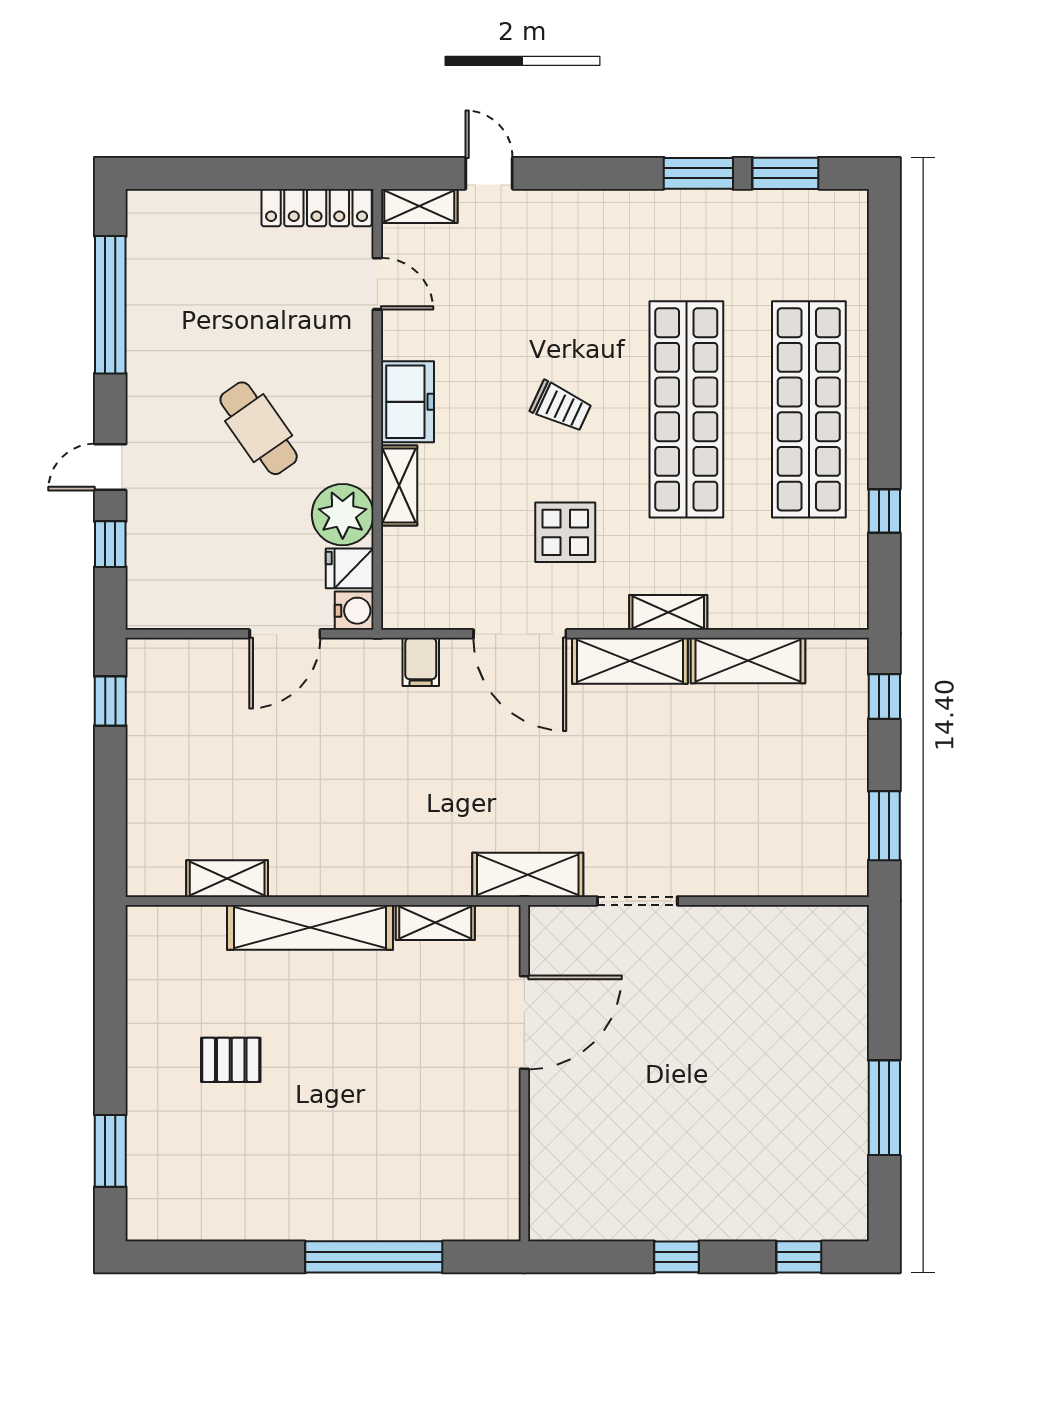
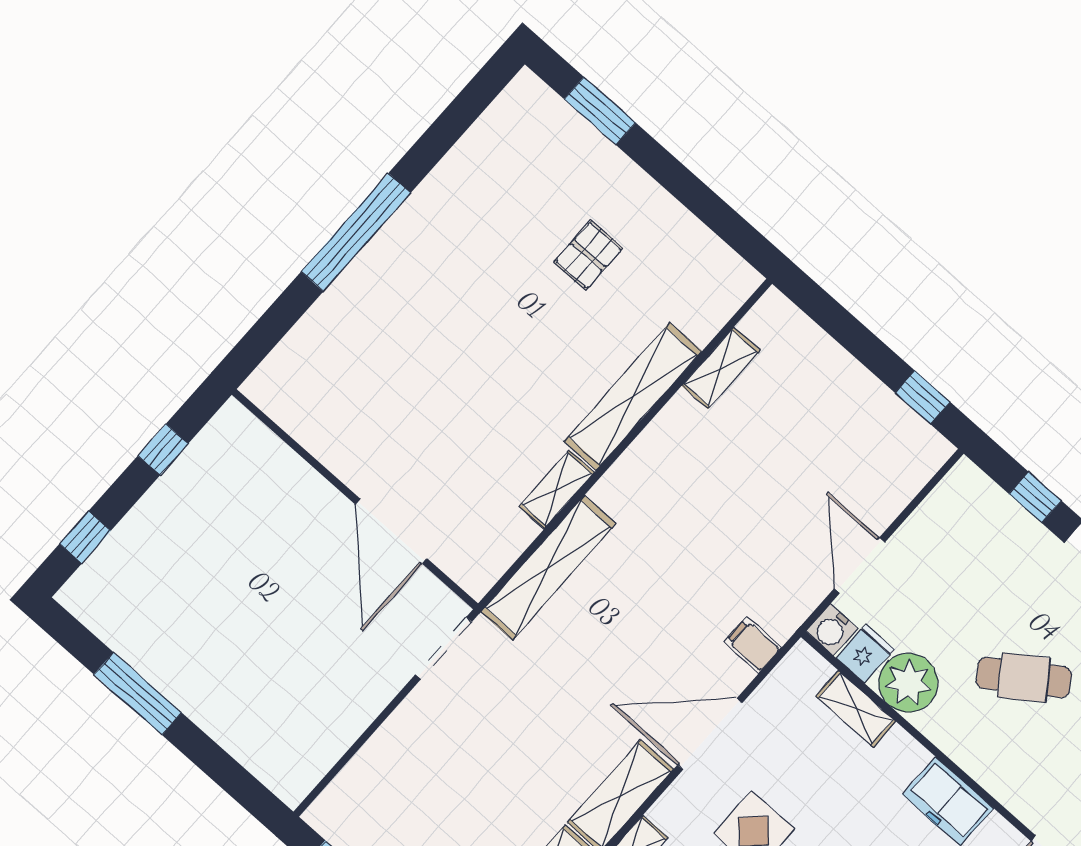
shelving: (399, 485) -> (856, 709), moved
shelving: (528, 875) -> (548, 568), width x1.47
door: (524, 1022) -> (391, 531), moved
wall: (524, 1073) -> (355, 499), moved

